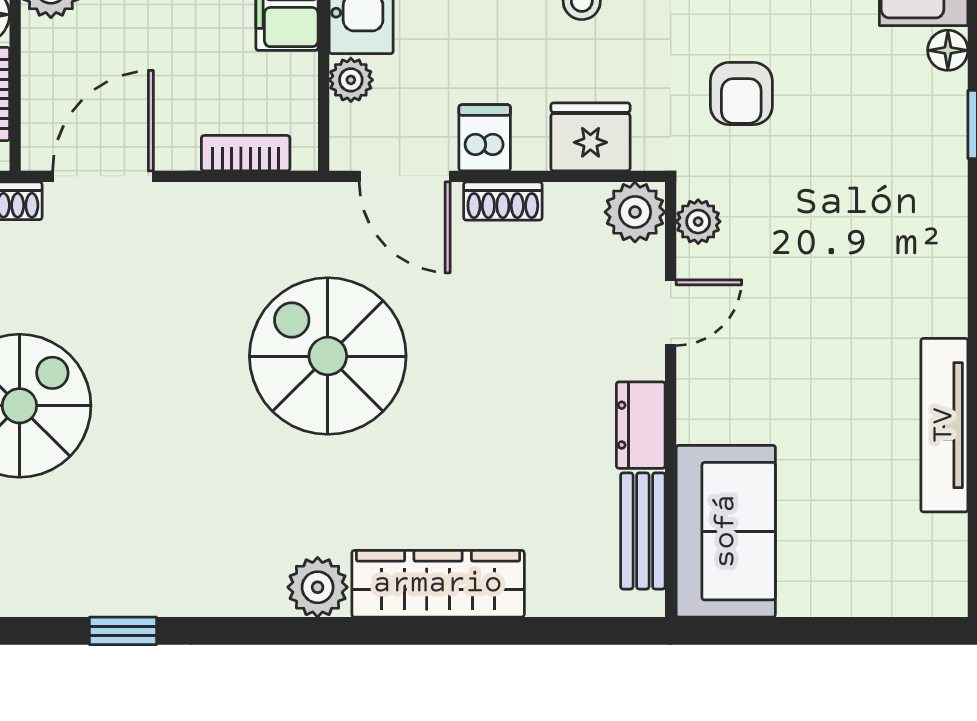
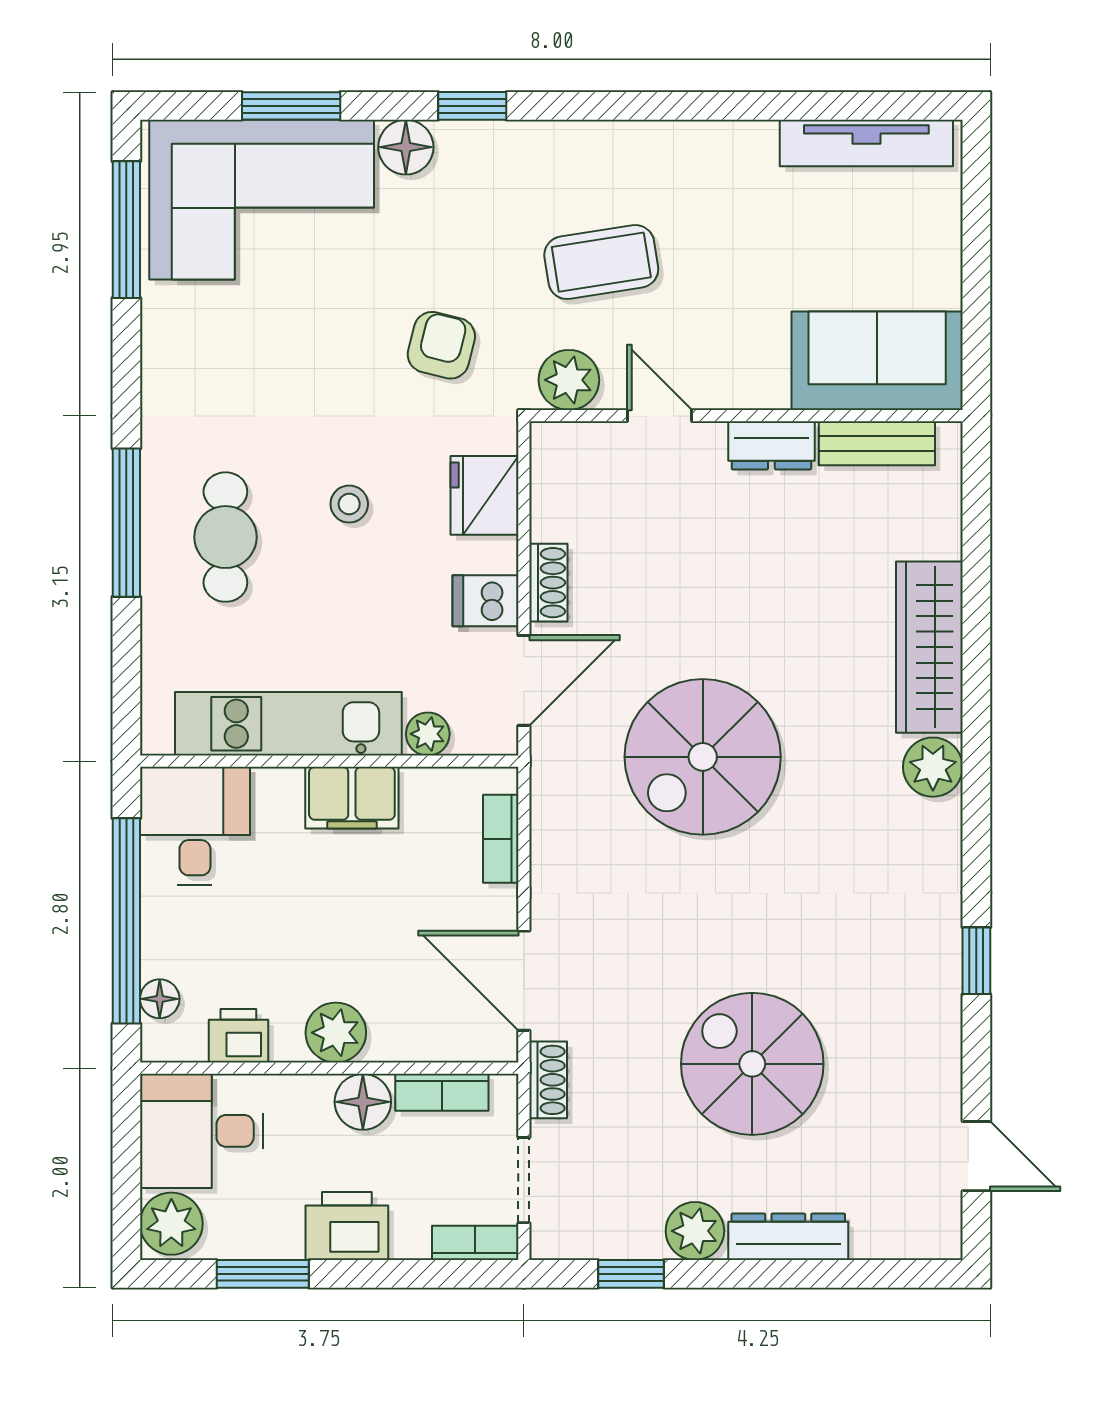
floor lamp: (948, 50) -> (406, 147), width x1.37, depth x1.37
armchair: (741, 94) -> (441, 345), turned -76
plant: (635, 212) -> (559, 451), removed
plant: (698, 222) -> (569, 380), width x1.38, depth x1.38
coffee table: (825, 254) -> (601, 262), added
tv unit: (944, 425) -> (866, 143), moved

